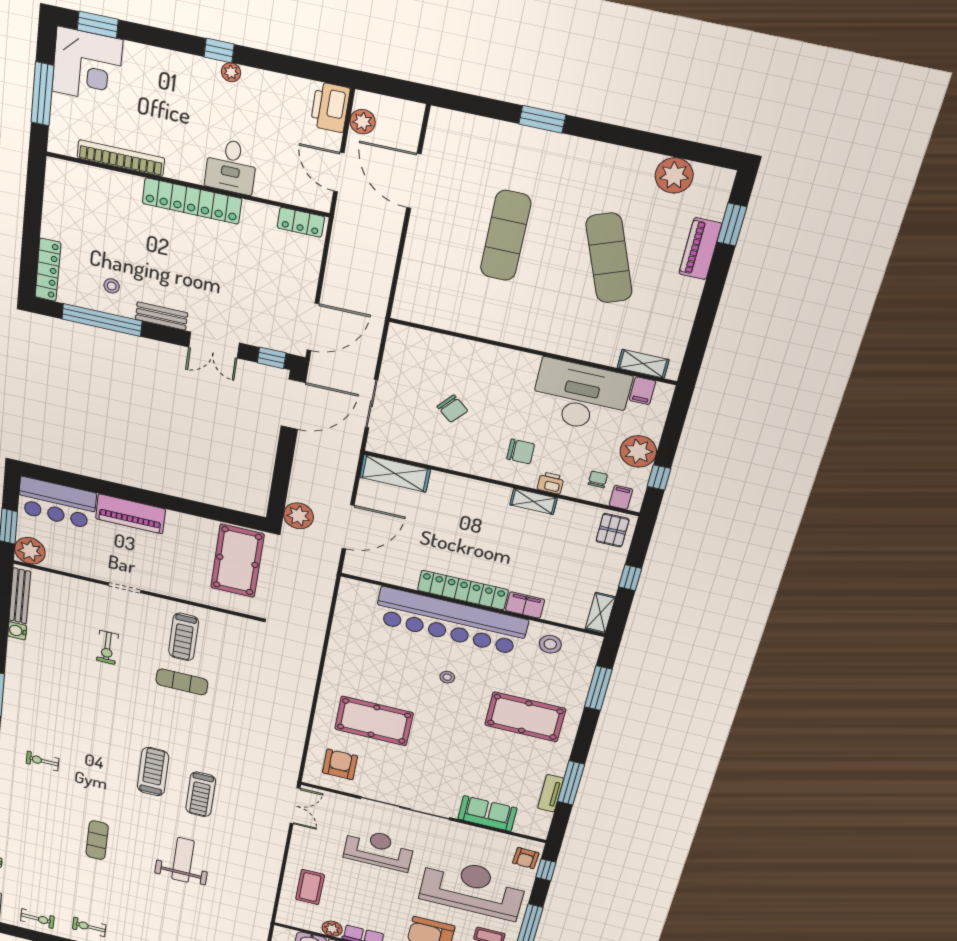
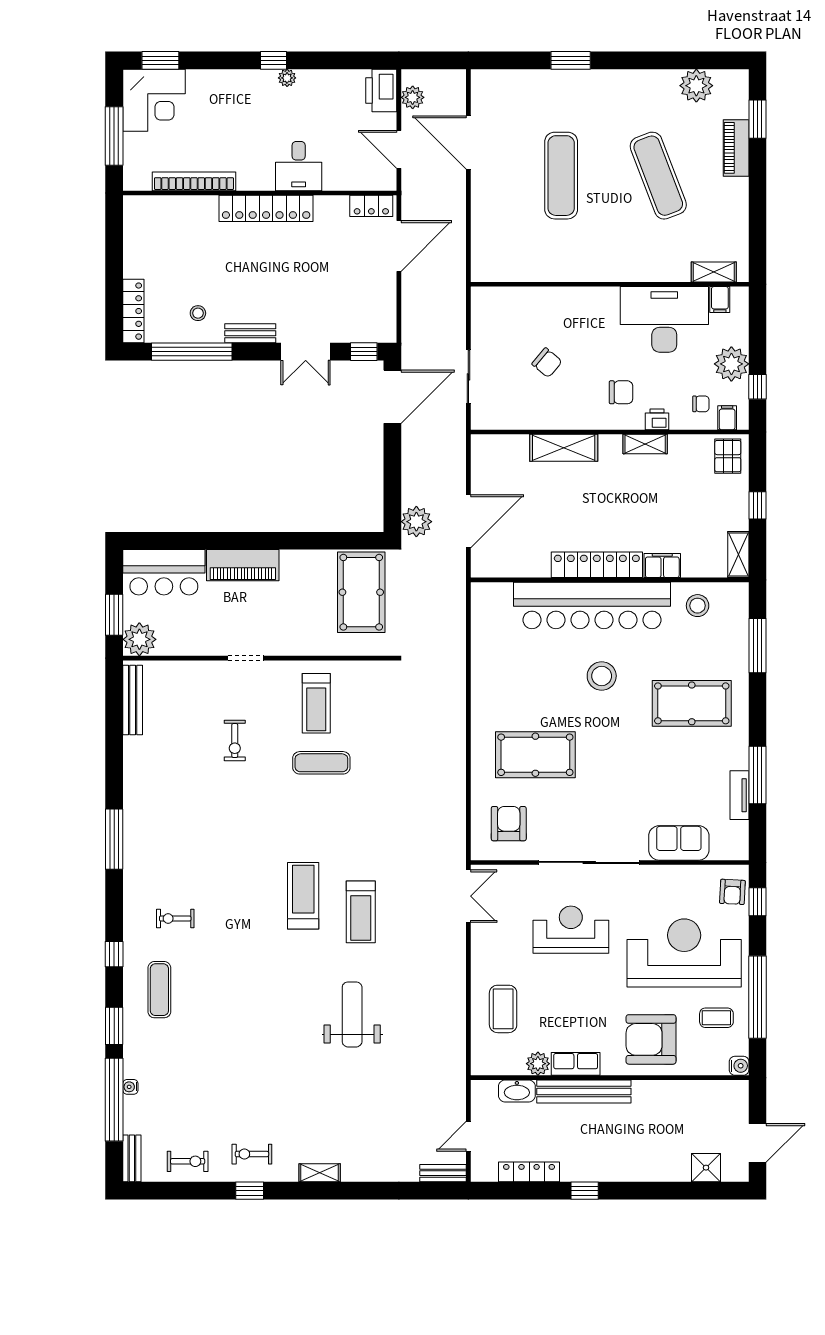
door: (313, 327) -> (399, 246), moved
shelving: (395, 473) -> (564, 448), moved
chair: (598, 479) -> (701, 404), turned 90
water cooler: (17, 631) -> (133, 747), removed
stool: (447, 677) -> (602, 676), width x1.89, depth x1.89
exercise mat: (97, 840) -> (159, 990), moved

